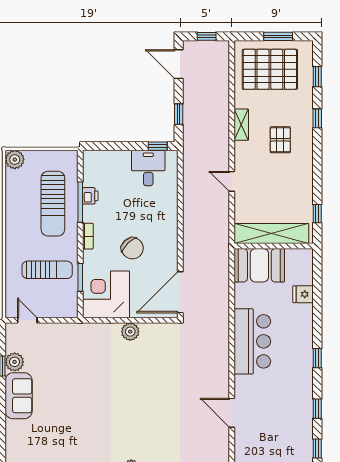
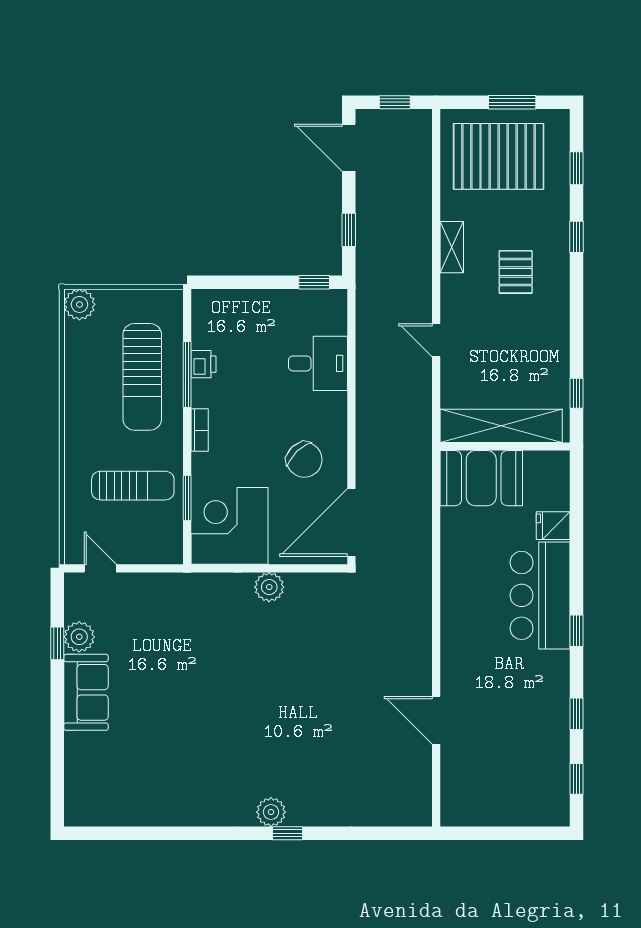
desk: (148, 168) -> (318, 363), moved, turned 90
chair: (132, 248) -> (304, 460), moved
bar counter: (252, 341) -> (540, 595), moved, turned 180

